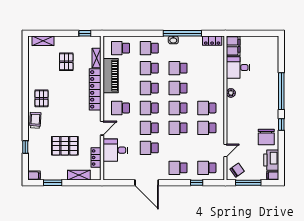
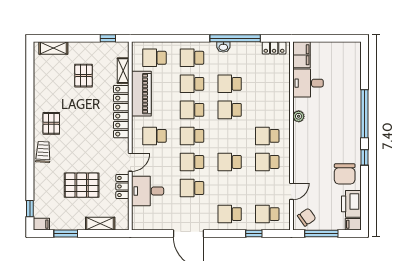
school desk: (178, 108) -> (230, 136), removed
window: (25, 147) -> (30, 209), moved
locker: (96, 157) -> (122, 186), moved

